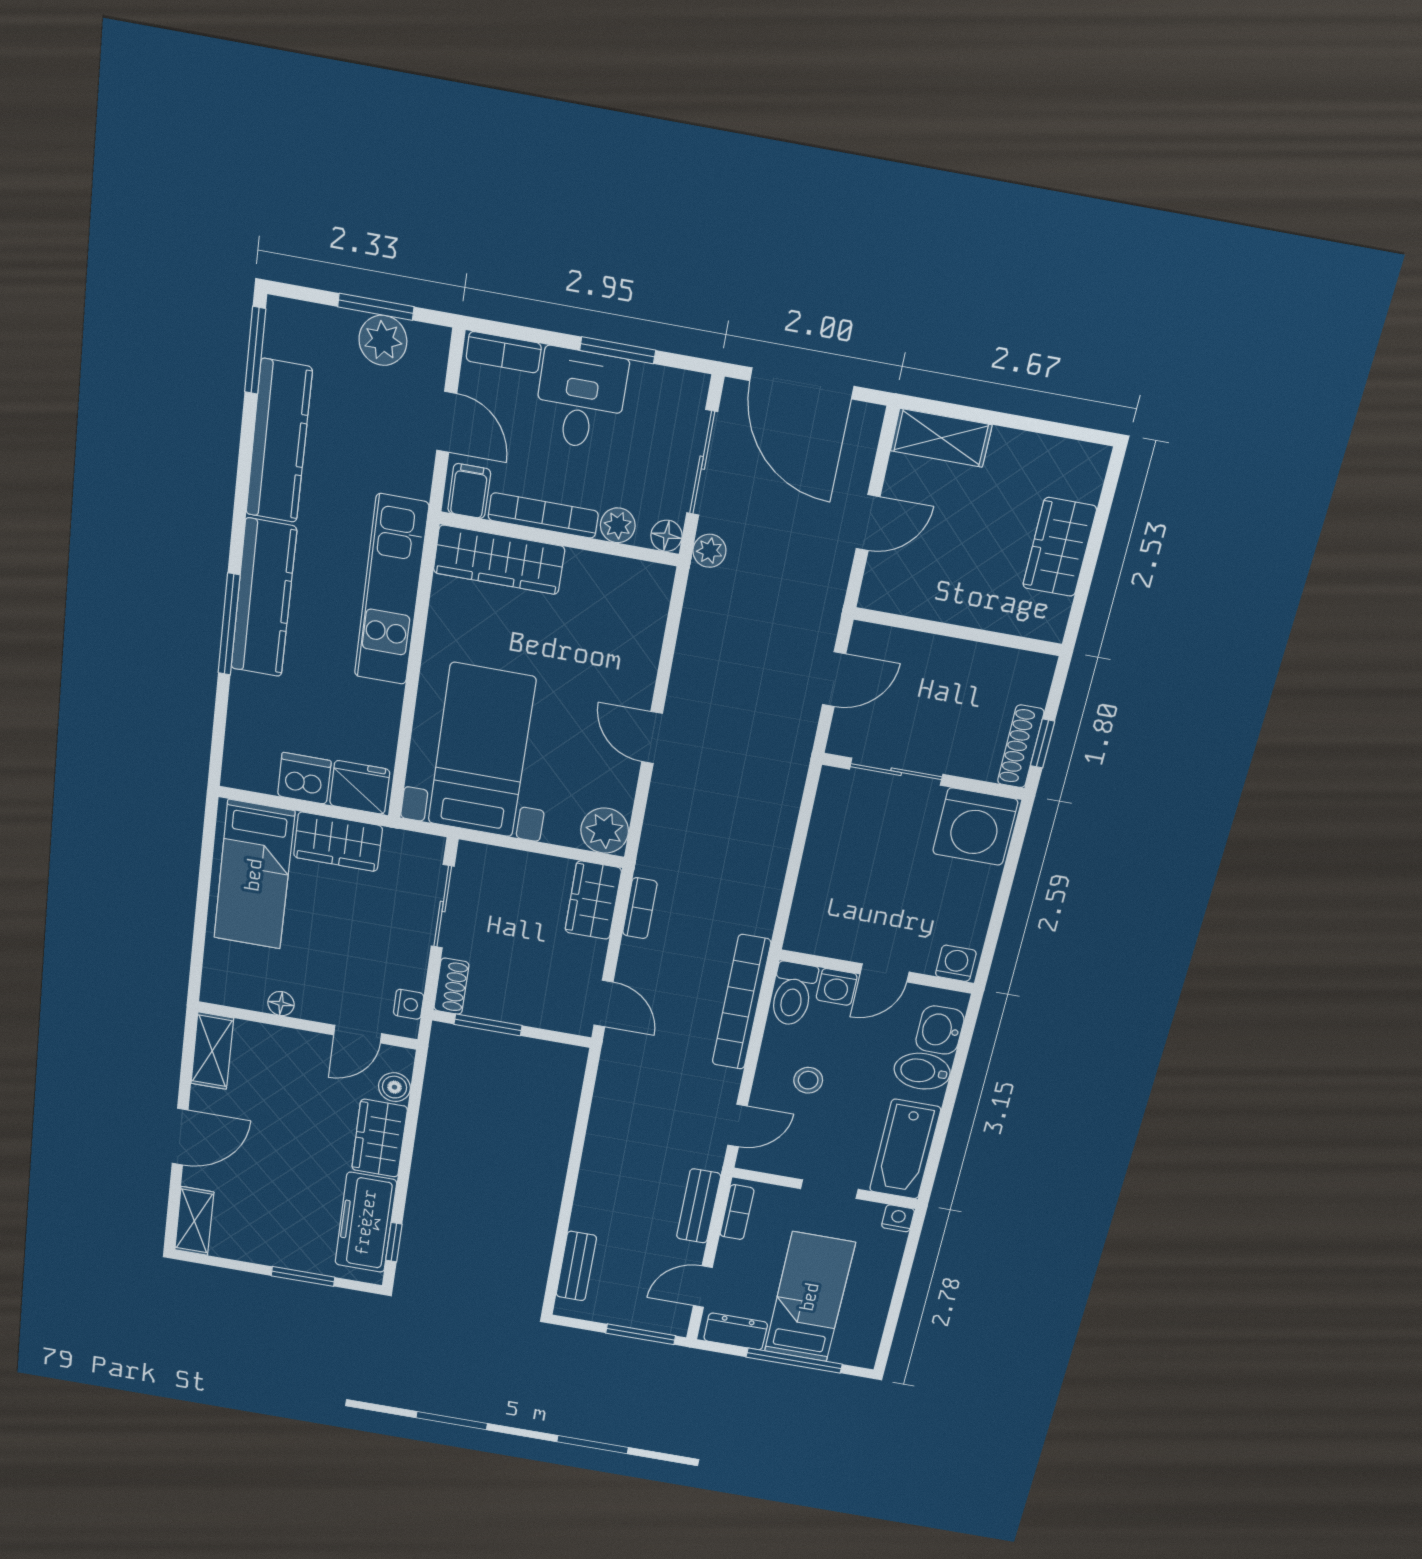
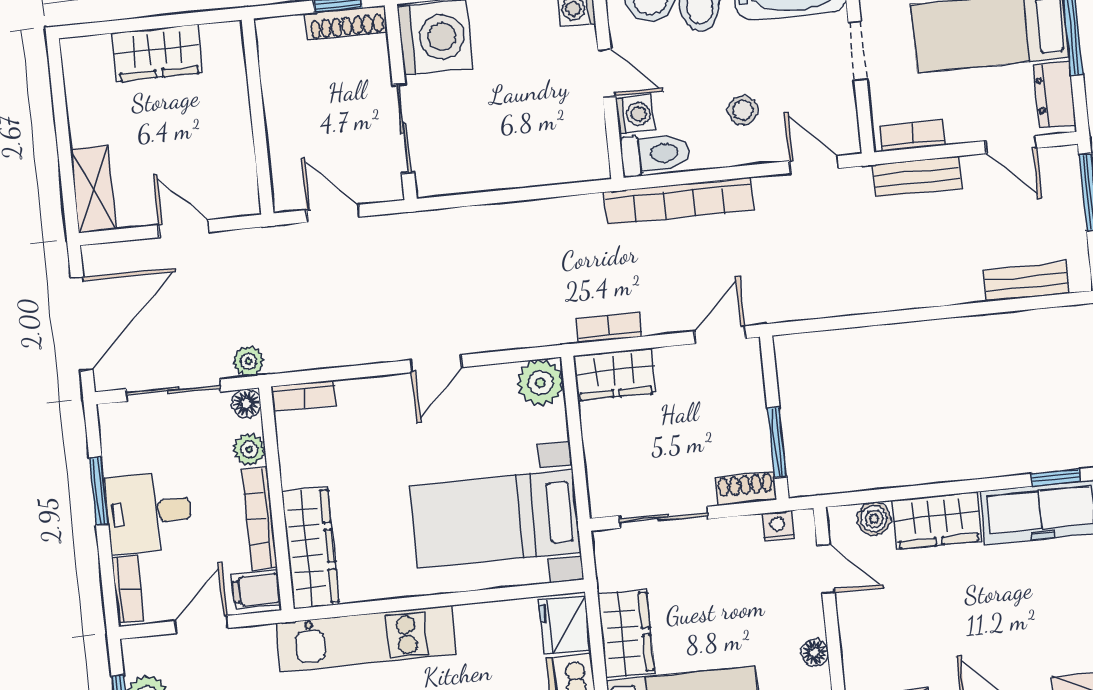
bookcase: (657, 597) -> (304, 396), added

